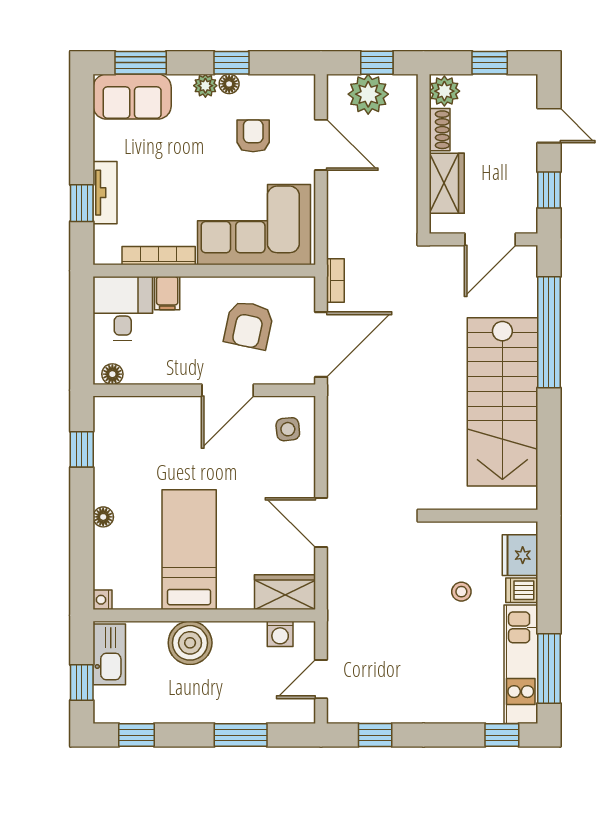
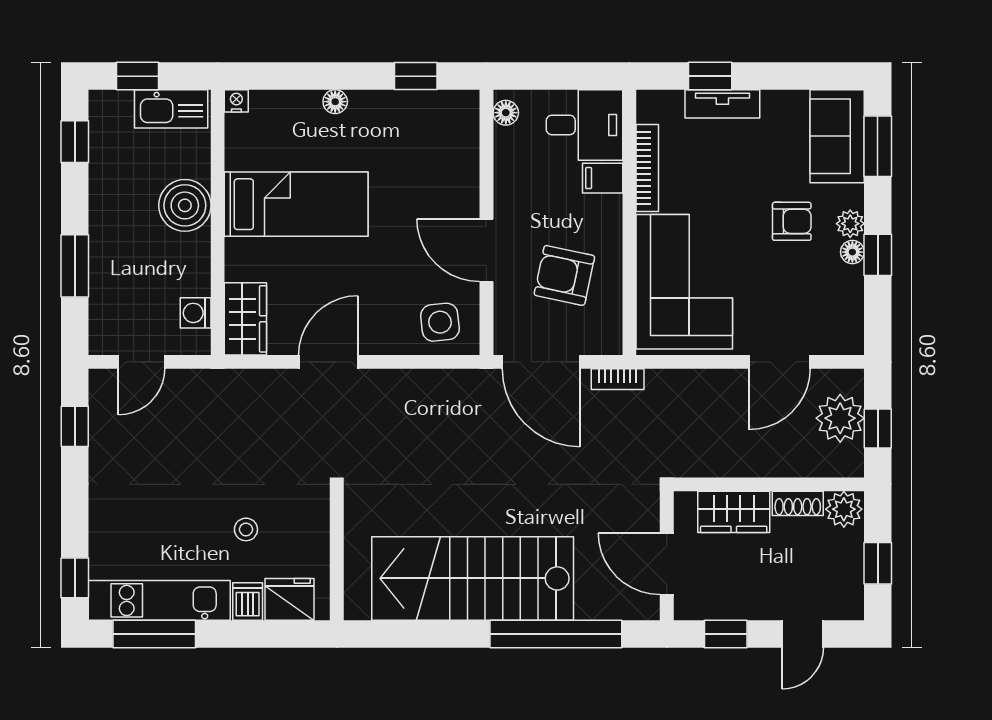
armchair: (253, 136) -> (792, 221), moved
side table: (288, 429) -> (440, 322), width x1.37, depth x1.37
door: (321, 679) -> (142, 362), swing flipped

